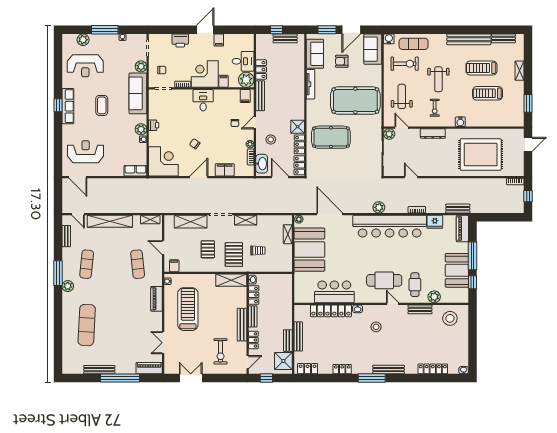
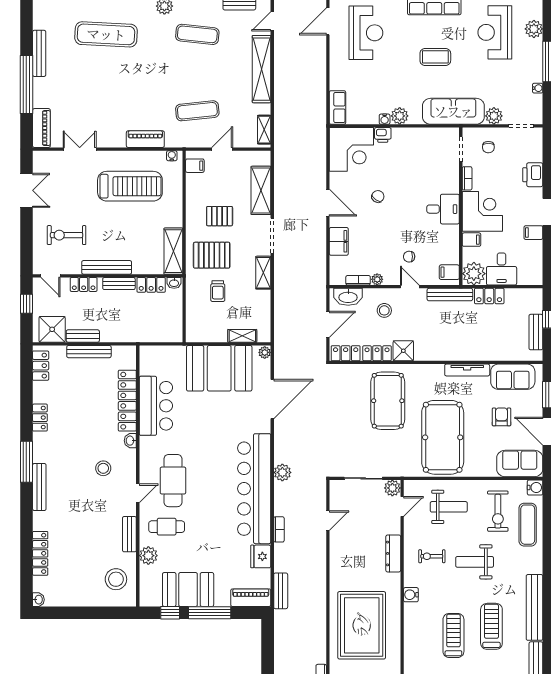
printer: (154, 125) -> (383, 135), moved

